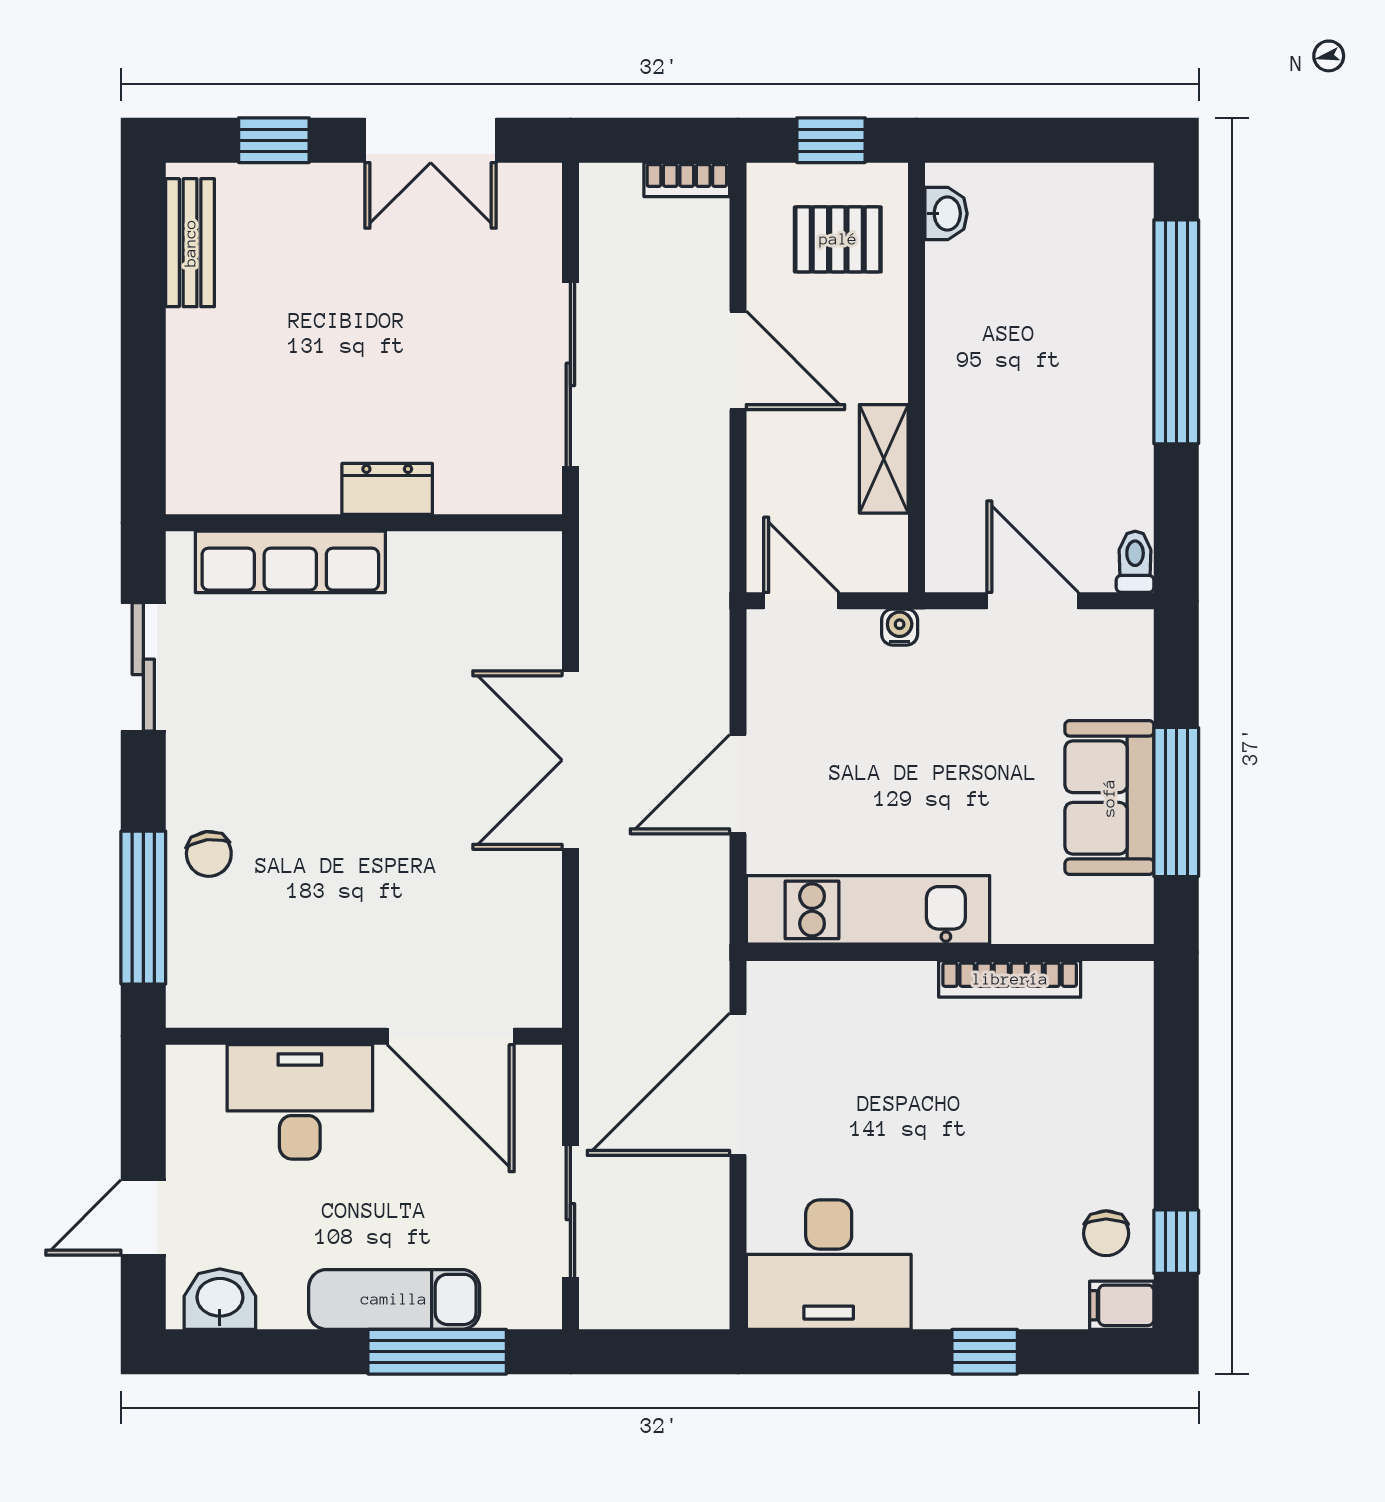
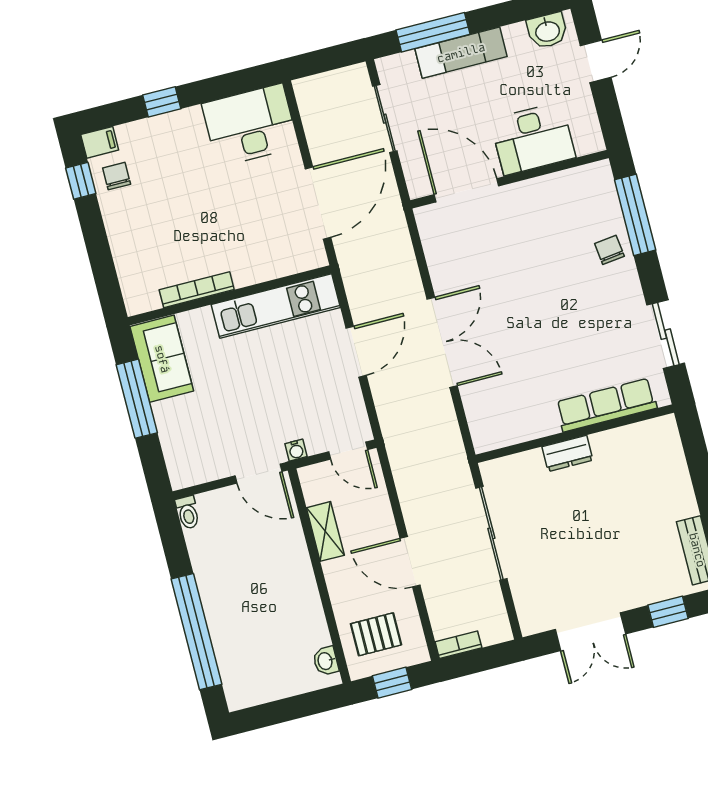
double door: (431, 140) -> (590, 632), swing flipped
door: (1033, 601) -> (258, 474), moved
sofa: (1109, 798) -> (162, 359), moved

